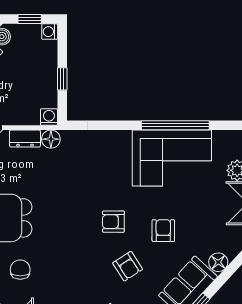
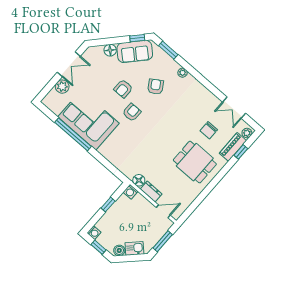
armchair: (113, 222) -> (132, 112), moved, turned -90

